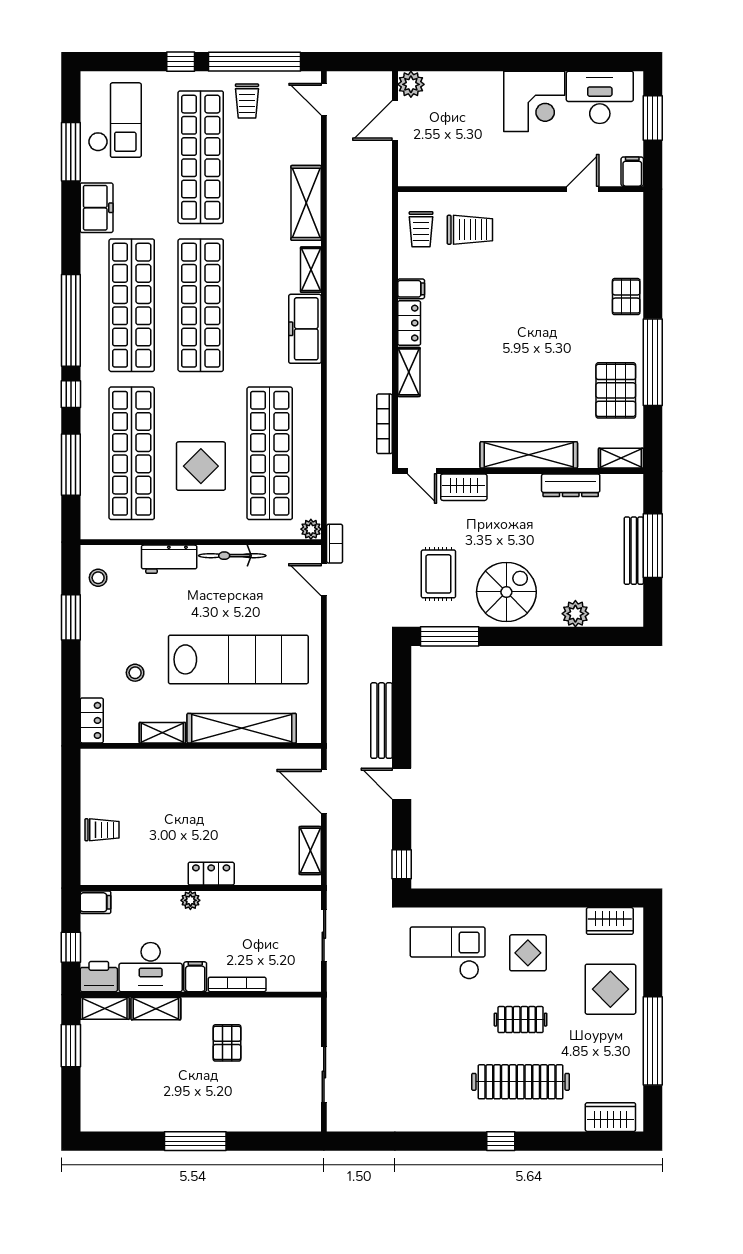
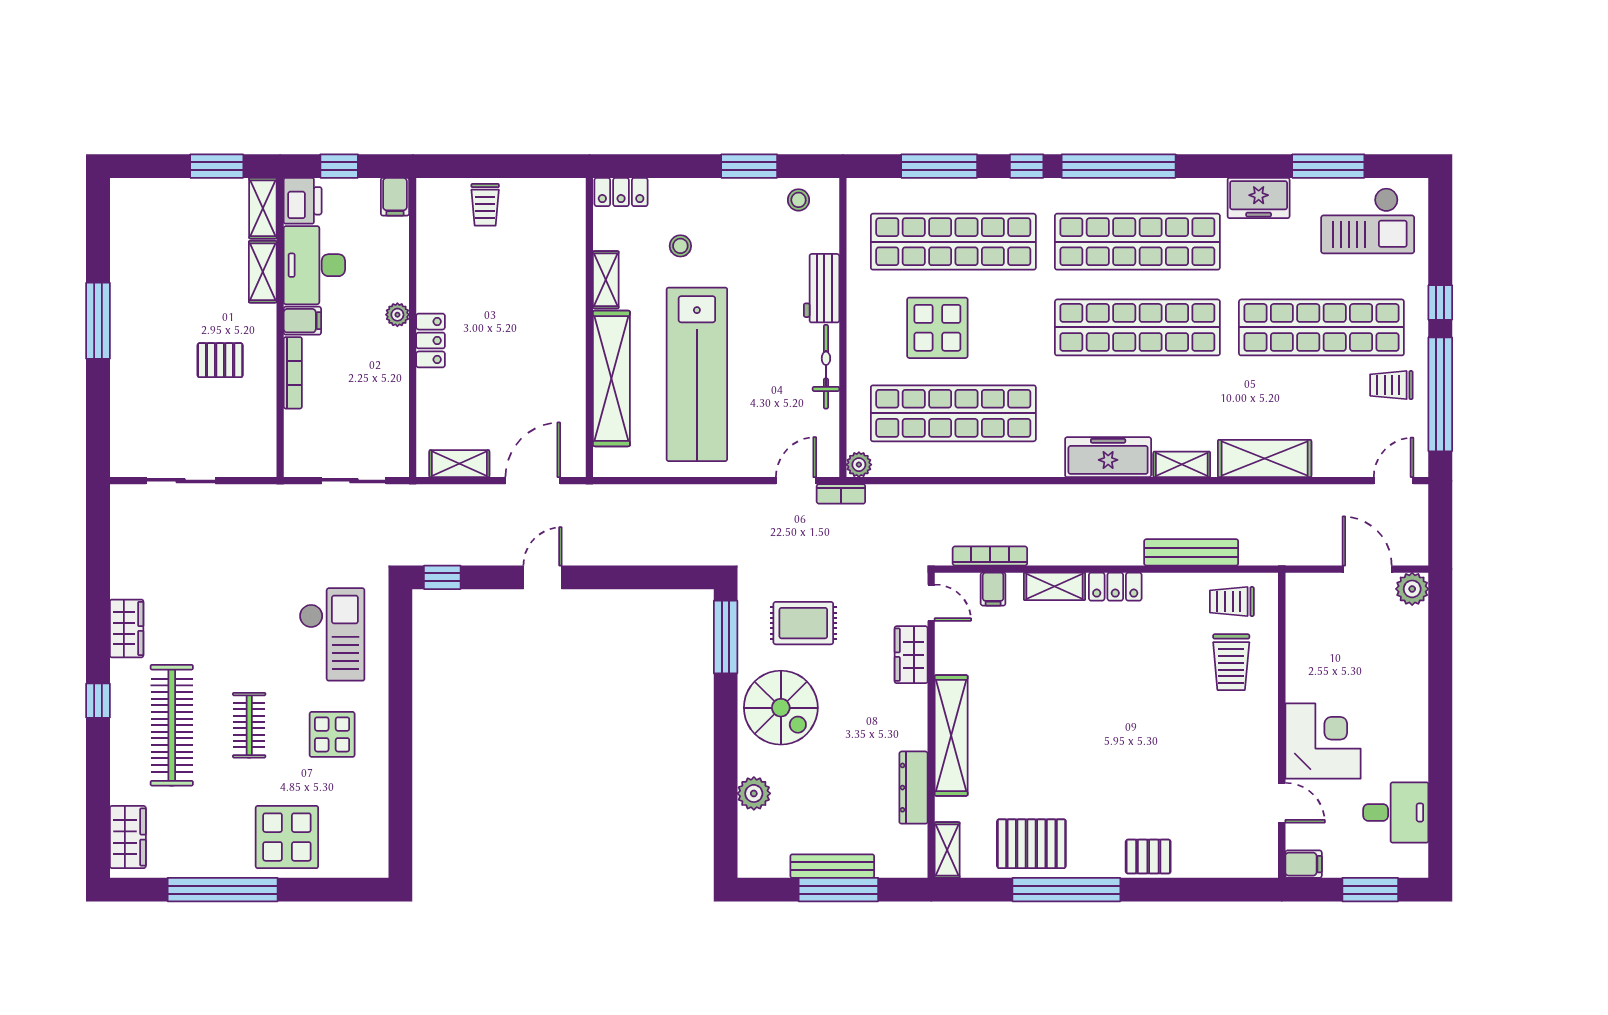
desk: (600, 97) -> (1396, 812), width x0.73
corner desk: (534, 101) -> (1323, 741), moved, turned 180
filing cabinet: (411, 289) -> (993, 589), moved
door: (422, 471) -> (931, 603), swing flipped
bench: (382, 721) -> (1191, 552), moved
wardrobe: (610, 921) -> (127, 628), moved, turned 180

